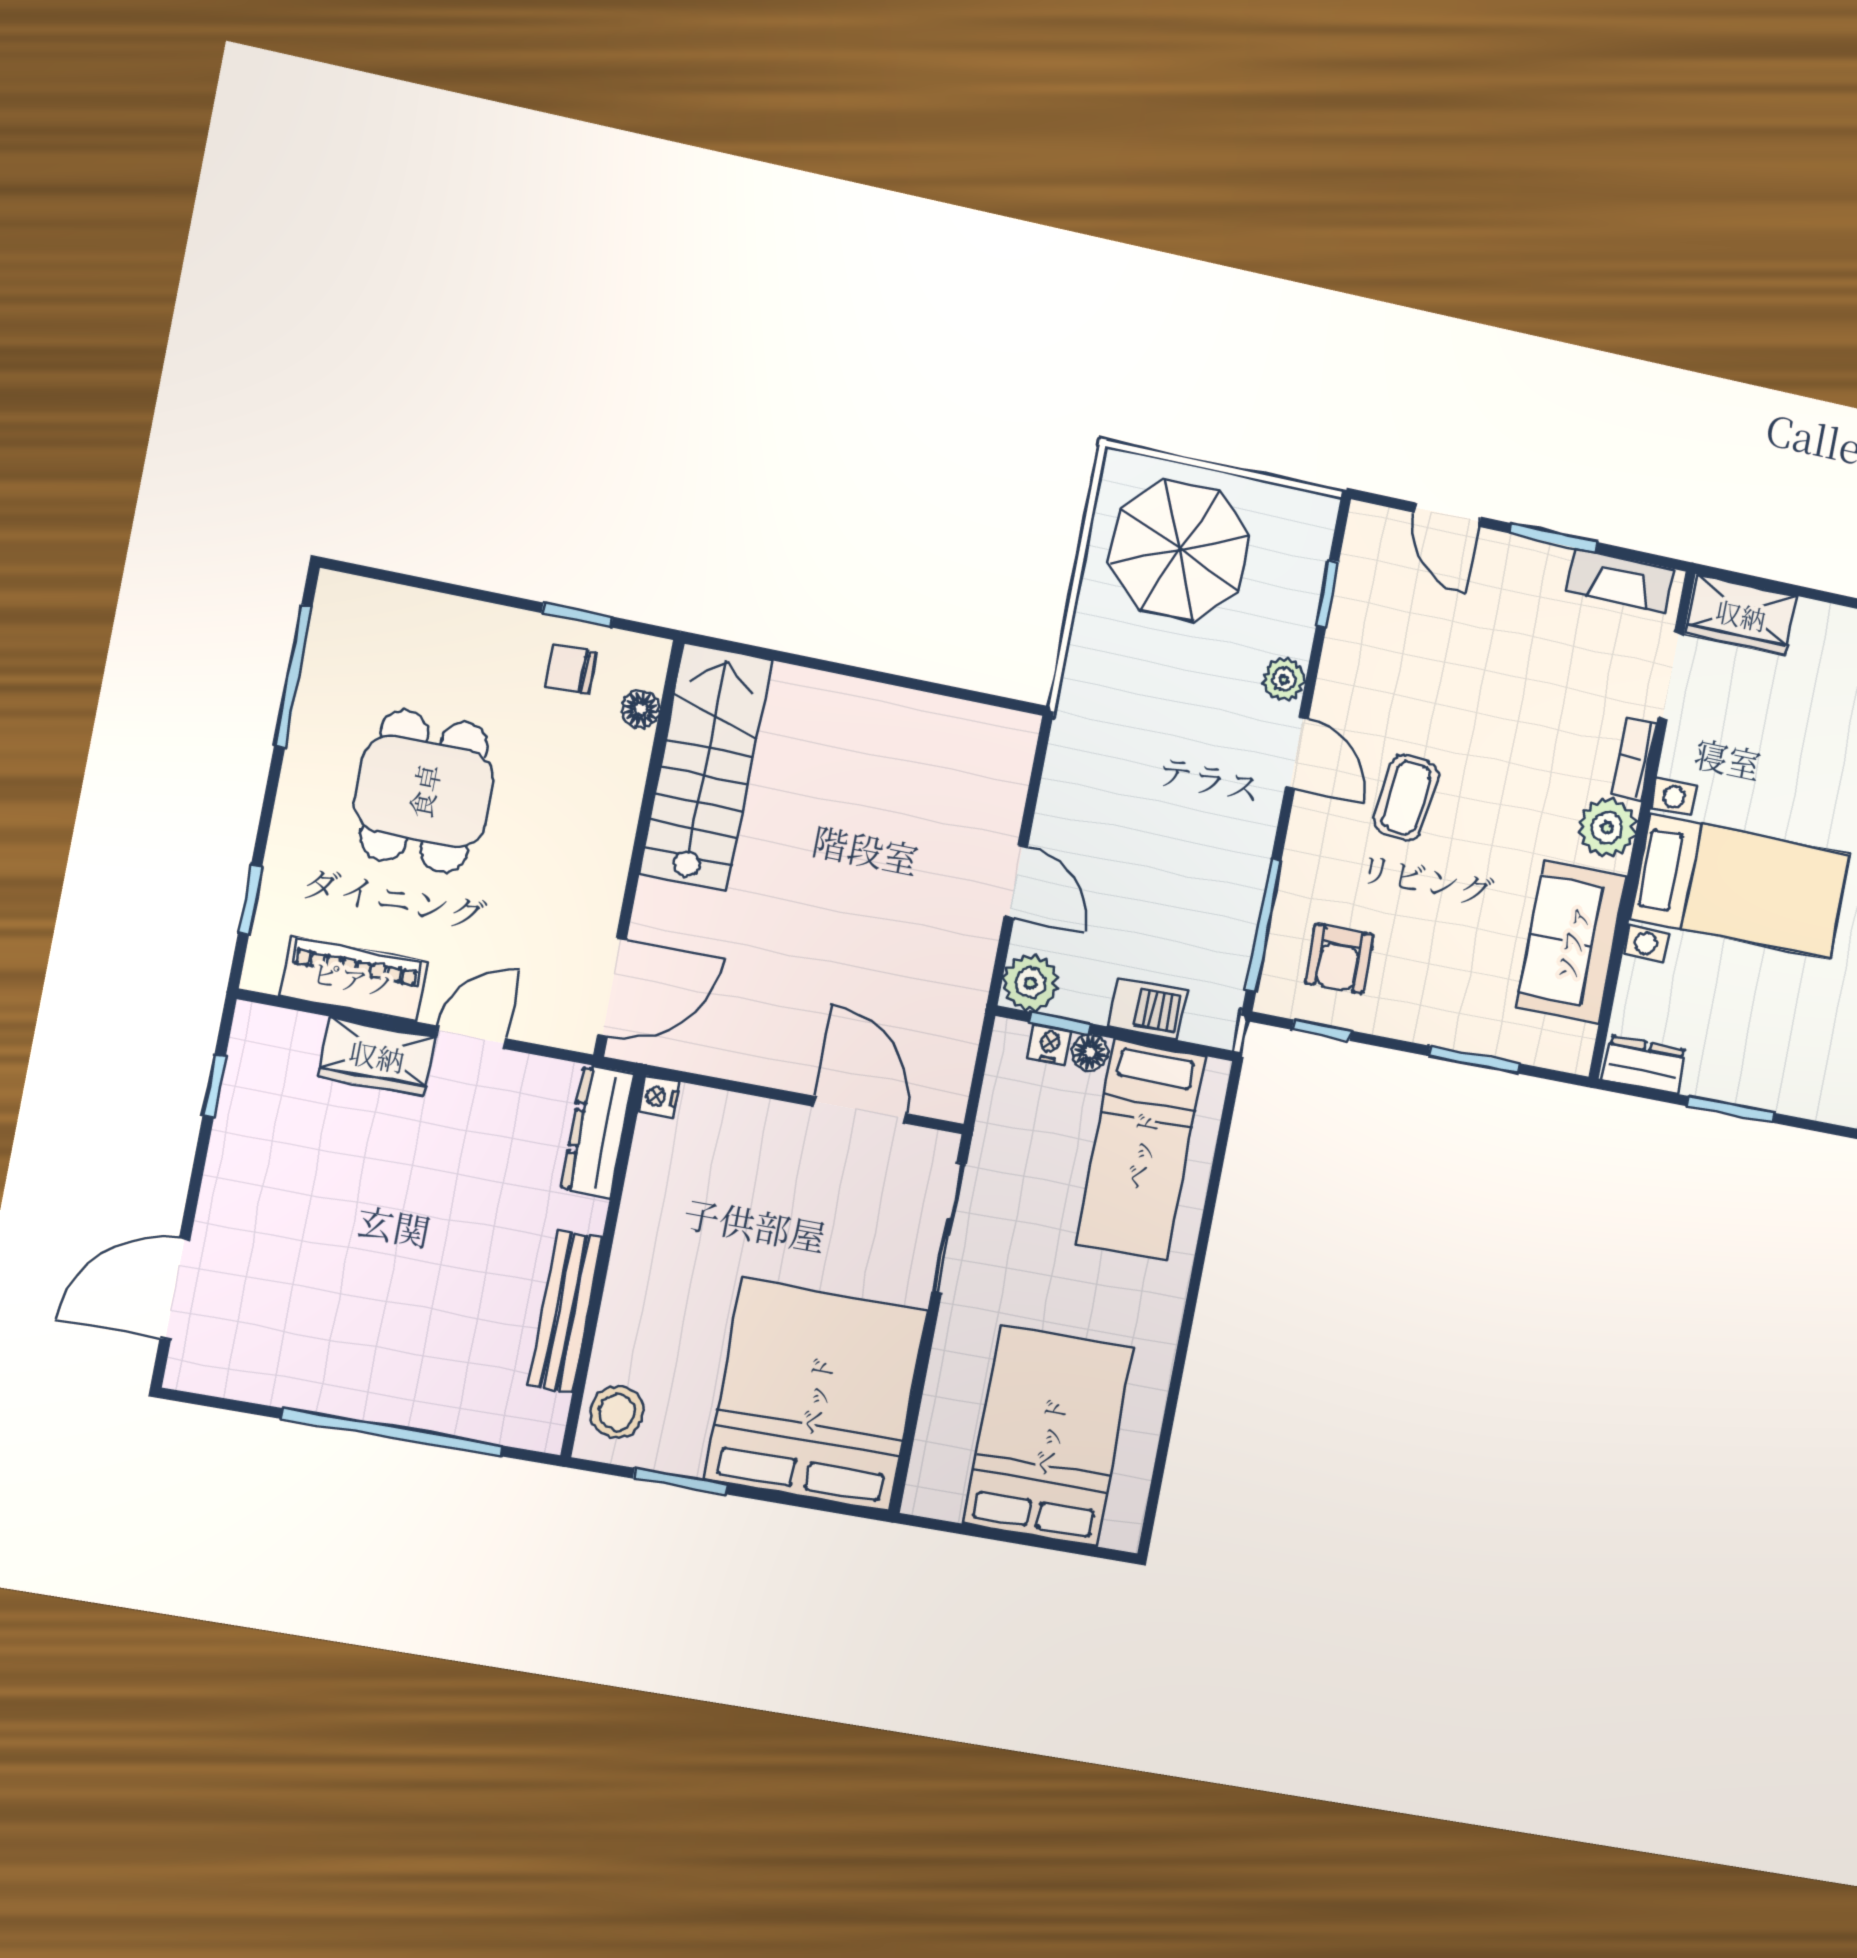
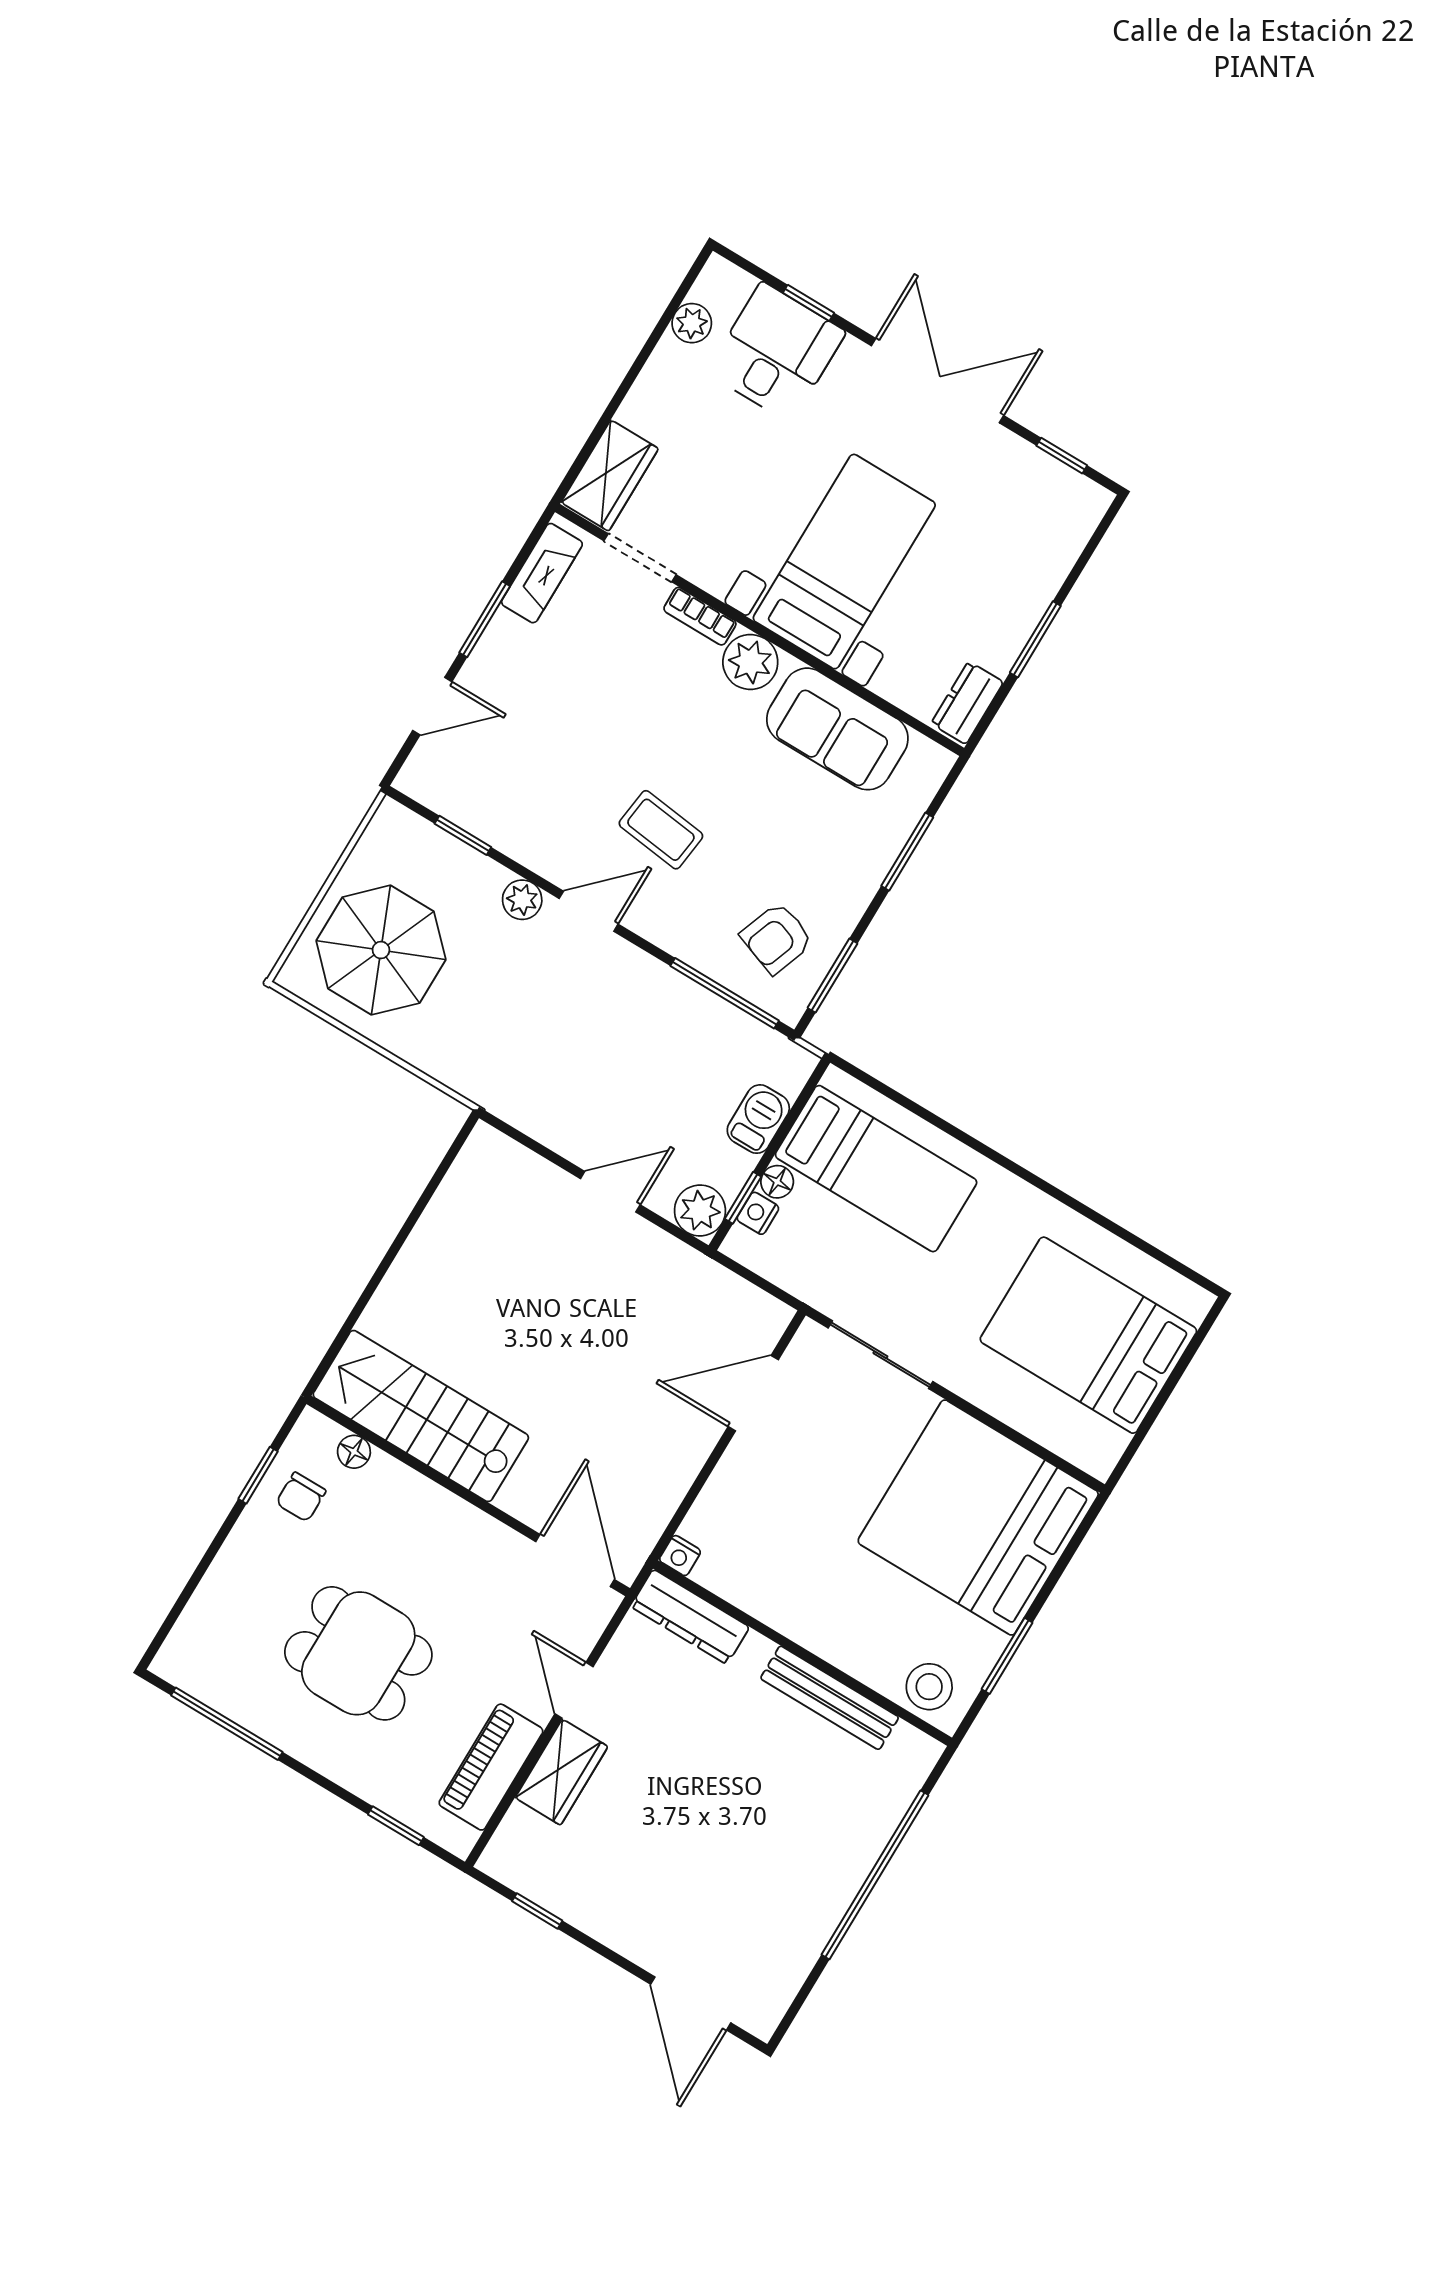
armchair: (1339, 958) -> (777, 938), turned 110
window: (1322, 1030) -> (832, 976), width x1.50

